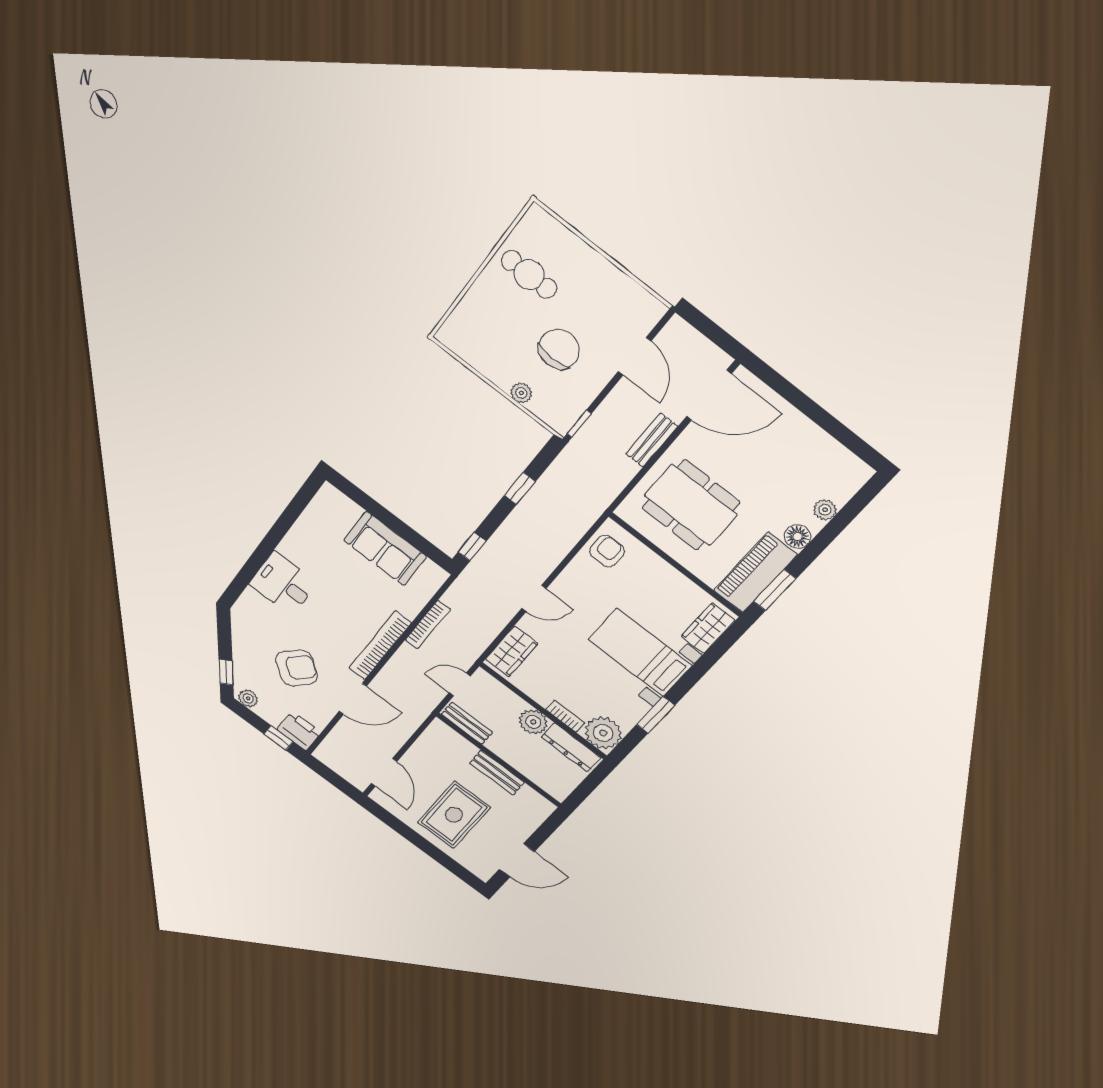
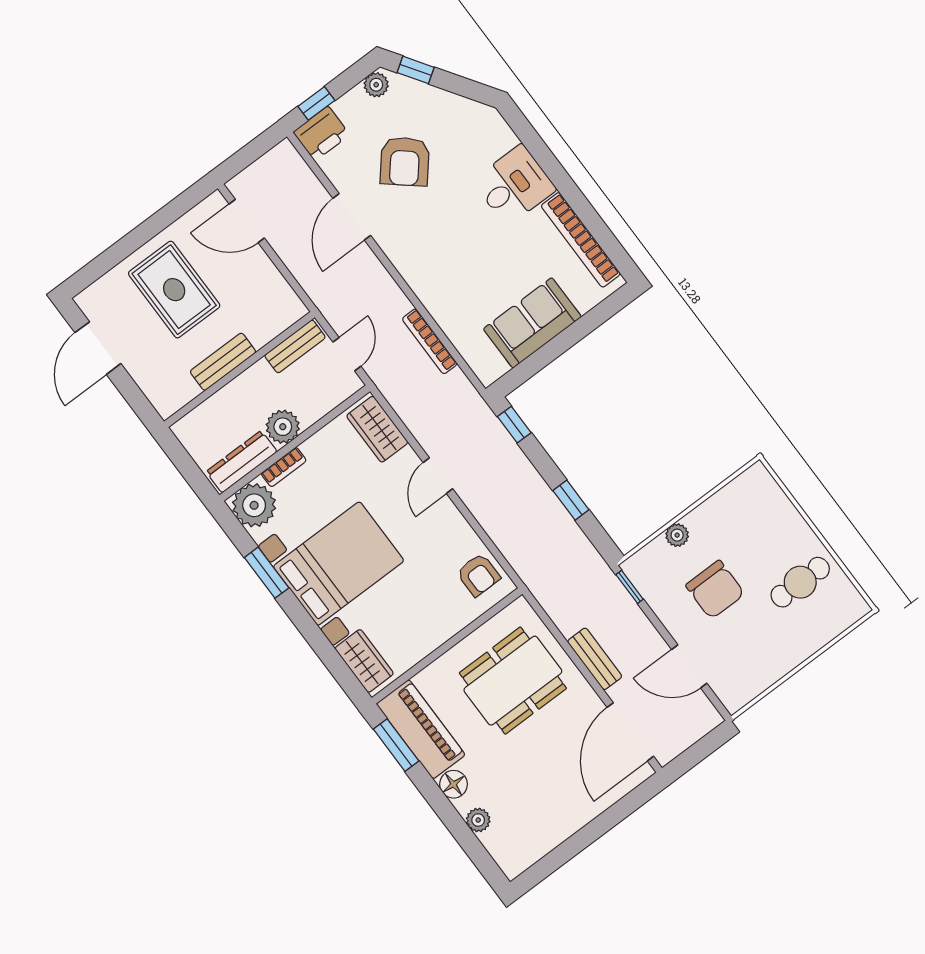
bookcase: (380, 646) -> (581, 240), moved, turned 180
bed with nightstands: (640, 653) -> (339, 564), width x1.36

